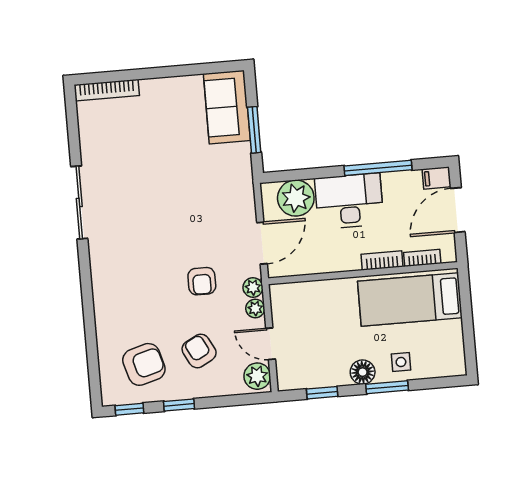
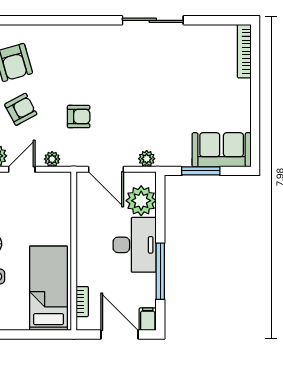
bookcase: (382, 260) -> (83, 268), removed
armchair: (202, 281) -> (79, 117), turned 180
plant: (253, 287) -> (147, 159), moved

